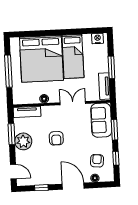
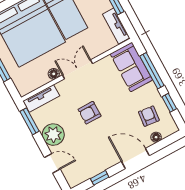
double door: (73, 103) -> (77, 69), moved
window: (114, 130) -> (152, 71), width x1.44
window: (11, 134) -> (30, 121), moved
armchair: (56, 138) -> (90, 113), turned 90
door: (13, 172) -> (52, 163), moved

